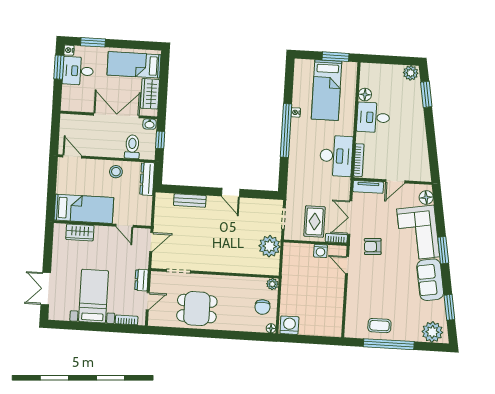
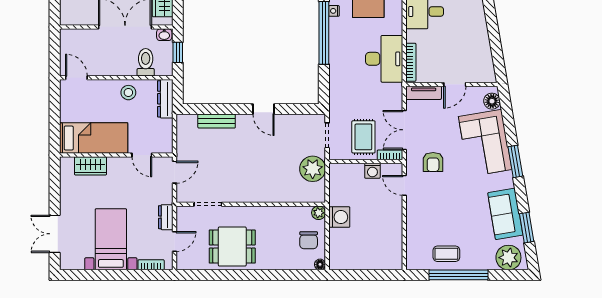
armchair: (373, 246) -> (433, 162), turned -86
sofa: (430, 280) -> (505, 214), moved
washing machine: (289, 325) -> (339, 217), moved, turned 90

